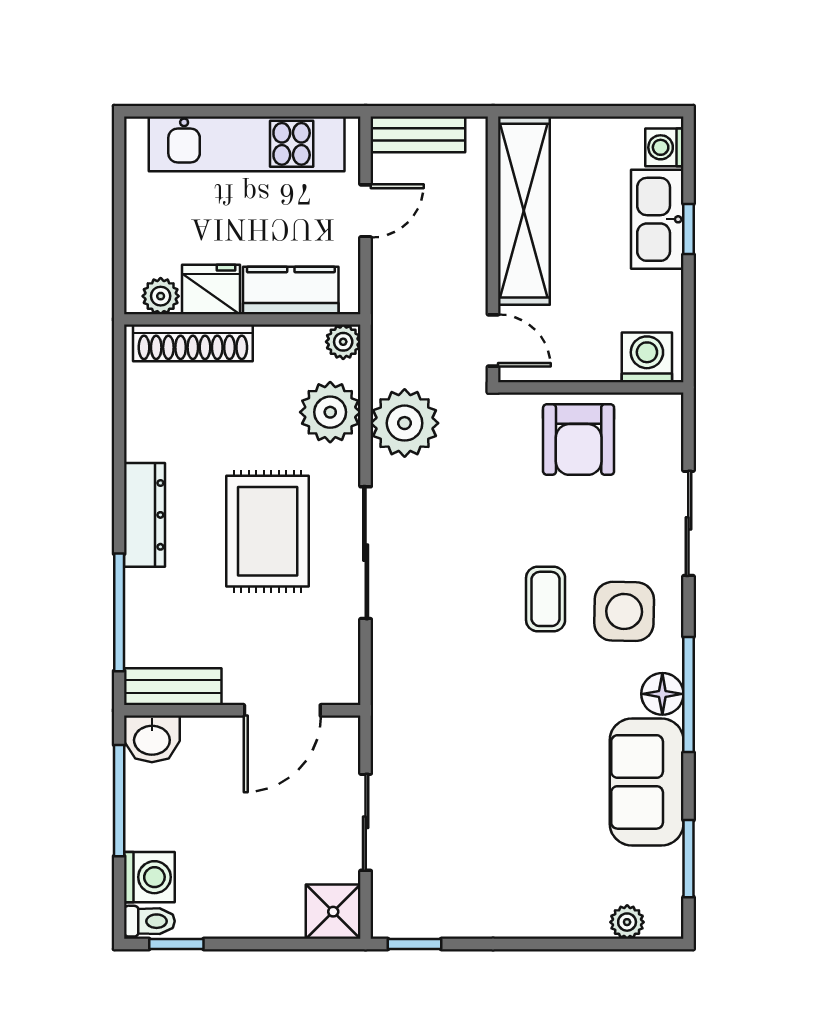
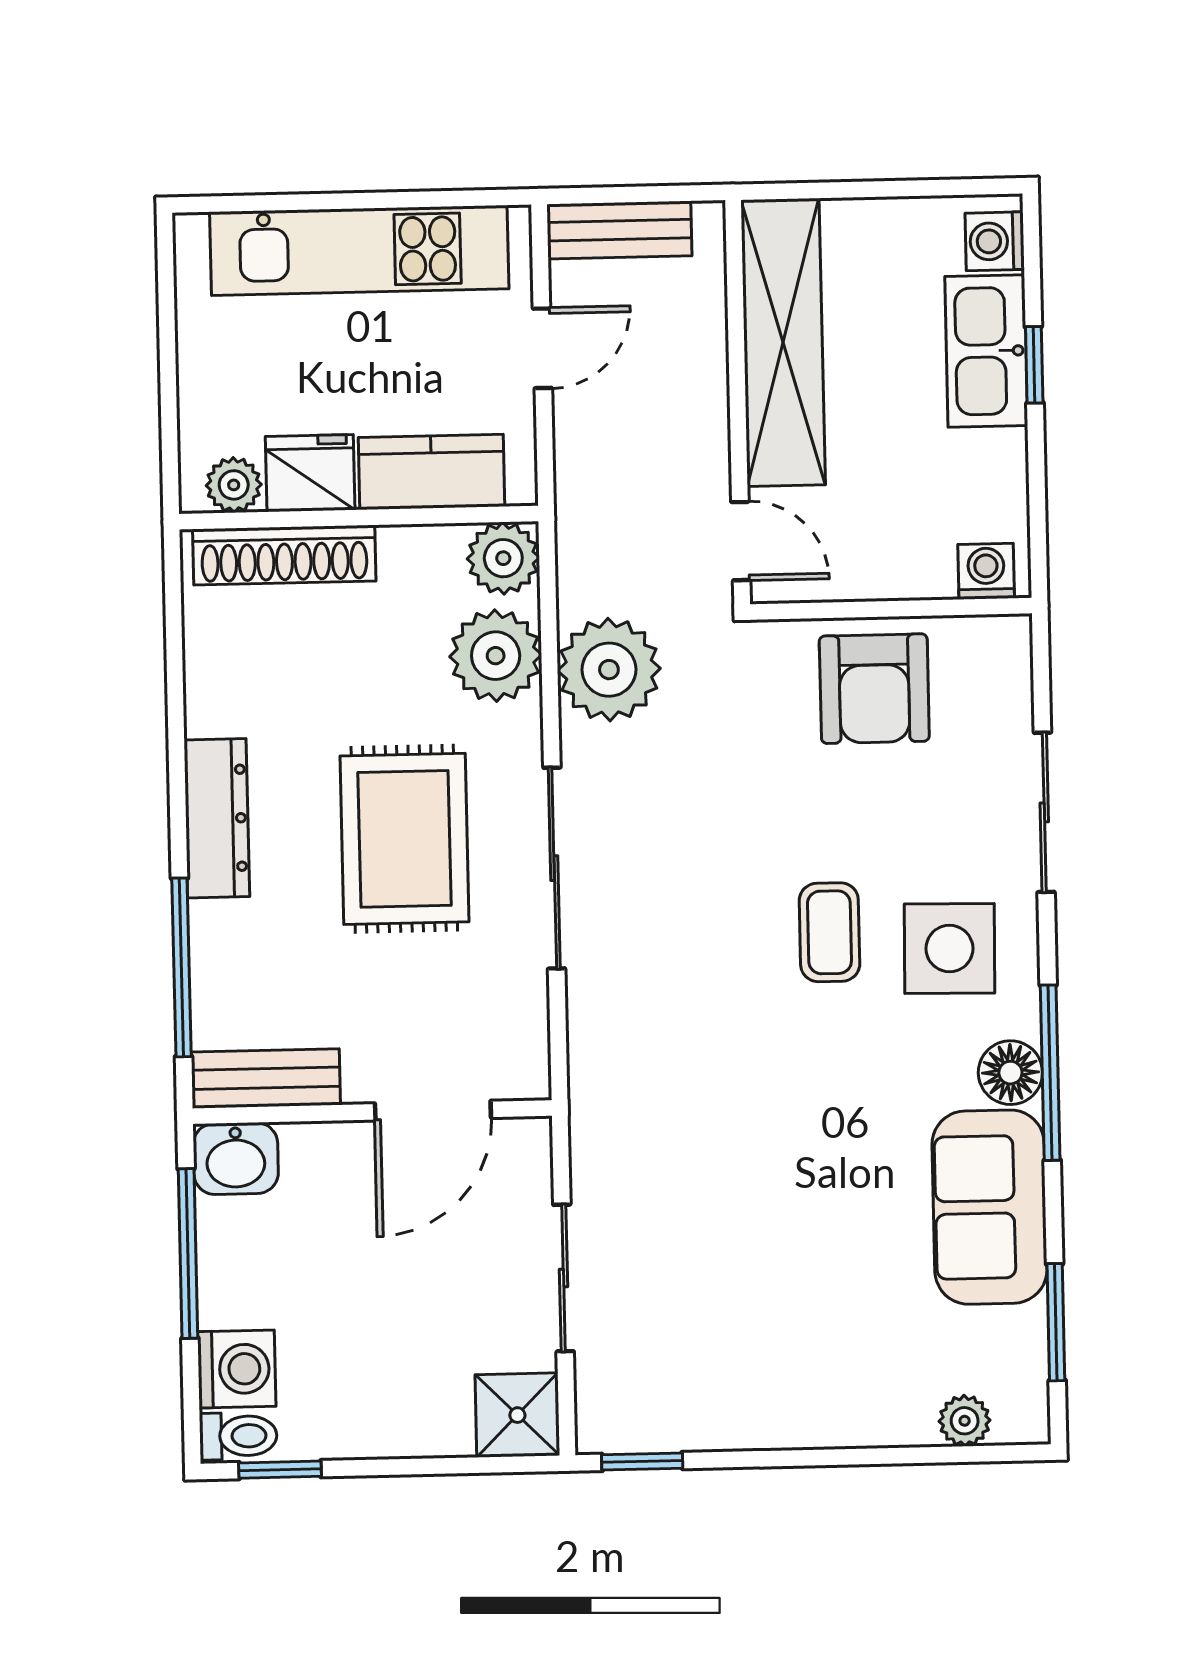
plant: (343, 342) -> (503, 558), width x1.38, depth x1.38
washing machine: (647, 357) -> (986, 571), width x0.73, depth x0.73

